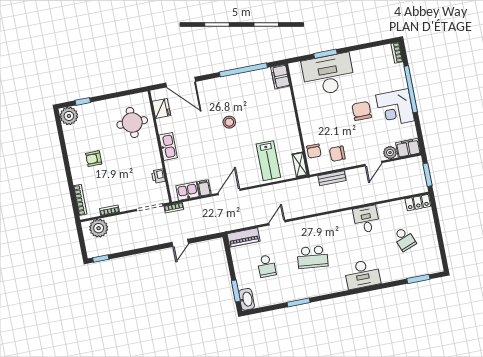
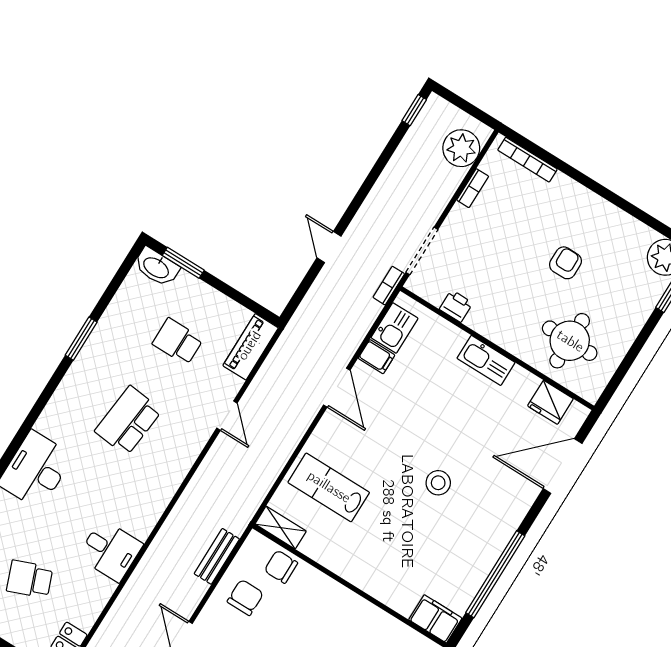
armchair: (94, 159) -> (565, 263), moved

